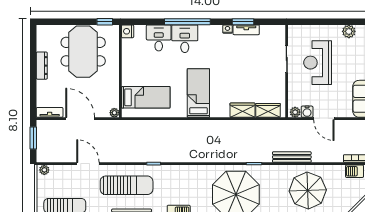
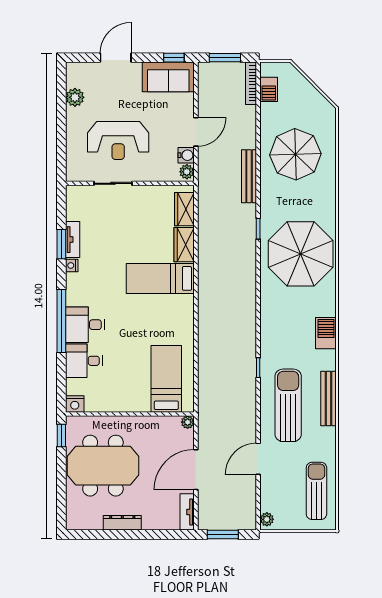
bed: (198, 93) -> (160, 278), moved

